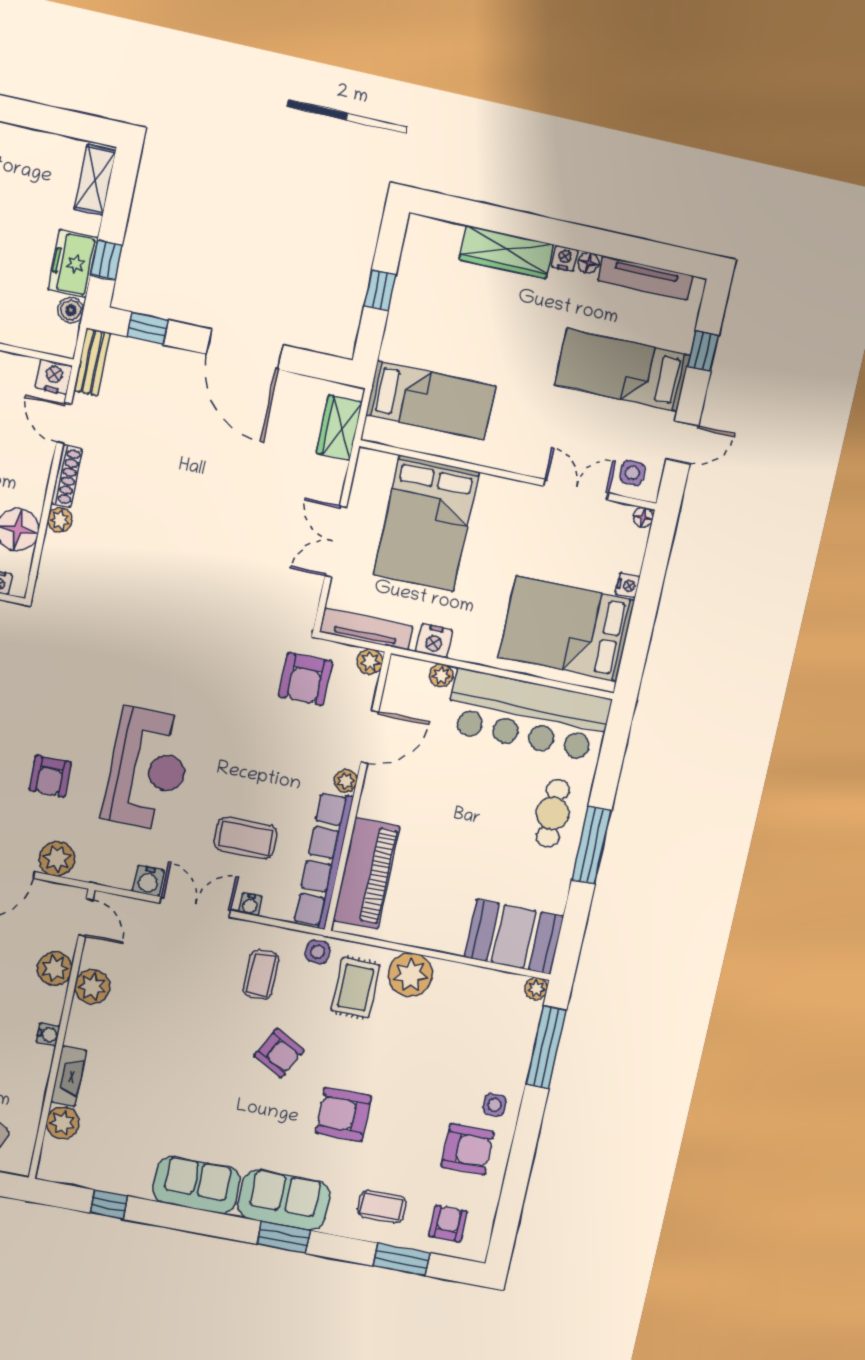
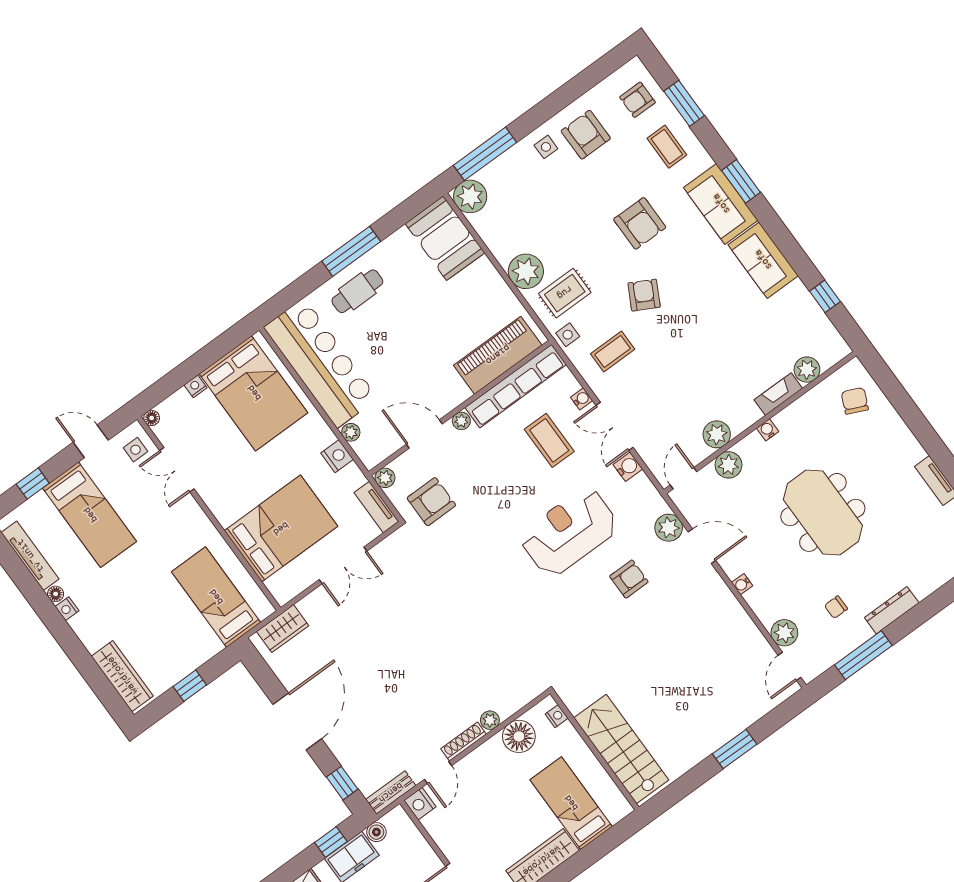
wardrobe: (506, 252) -> (122, 676), moved
tv unit: (366, 629) -> (376, 507), width x0.71
plant: (536, 989) -> (470, 196), width x1.88, depth x1.88

